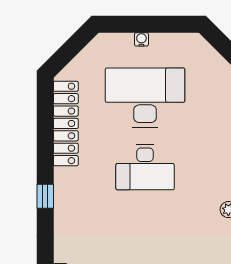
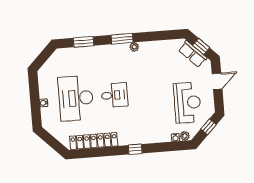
desk: (145, 167) -> (114, 95), width x0.73

